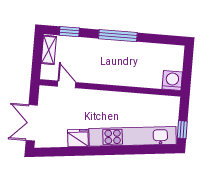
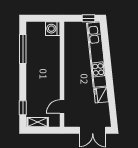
window: (118, 36) -> (23, 49), moved

